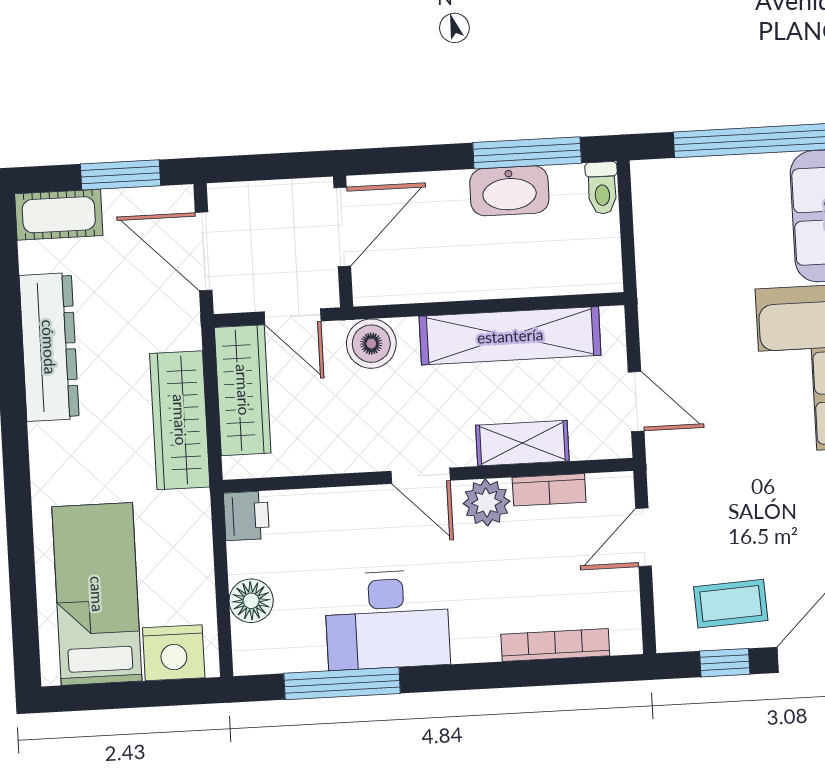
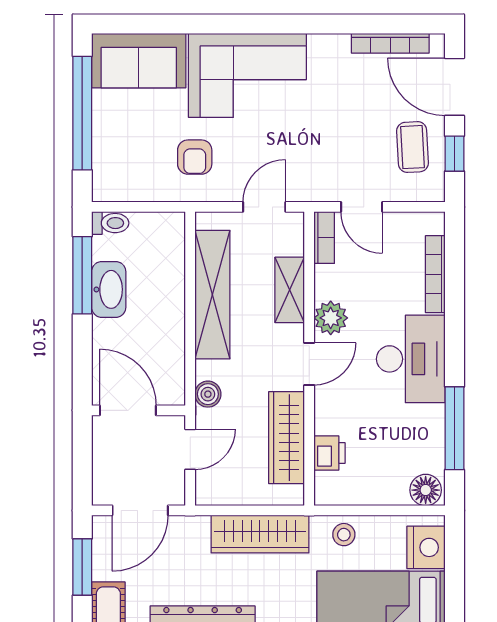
armchair: (700, 301) -> (195, 157), added
boiler: (371, 344) -> (208, 394), width x0.73, depth x0.73
wardrobe: (243, 390) -> (287, 438), moved, turned -90
bookcase: (549, 490) -> (324, 238), moved
printer: (246, 516) -> (329, 453), moved, turned 90
stool: (185, 537) -> (344, 535), added
floor lamp: (251, 601) -> (426, 490), moved
desk: (387, 620) -> (411, 359), moved

